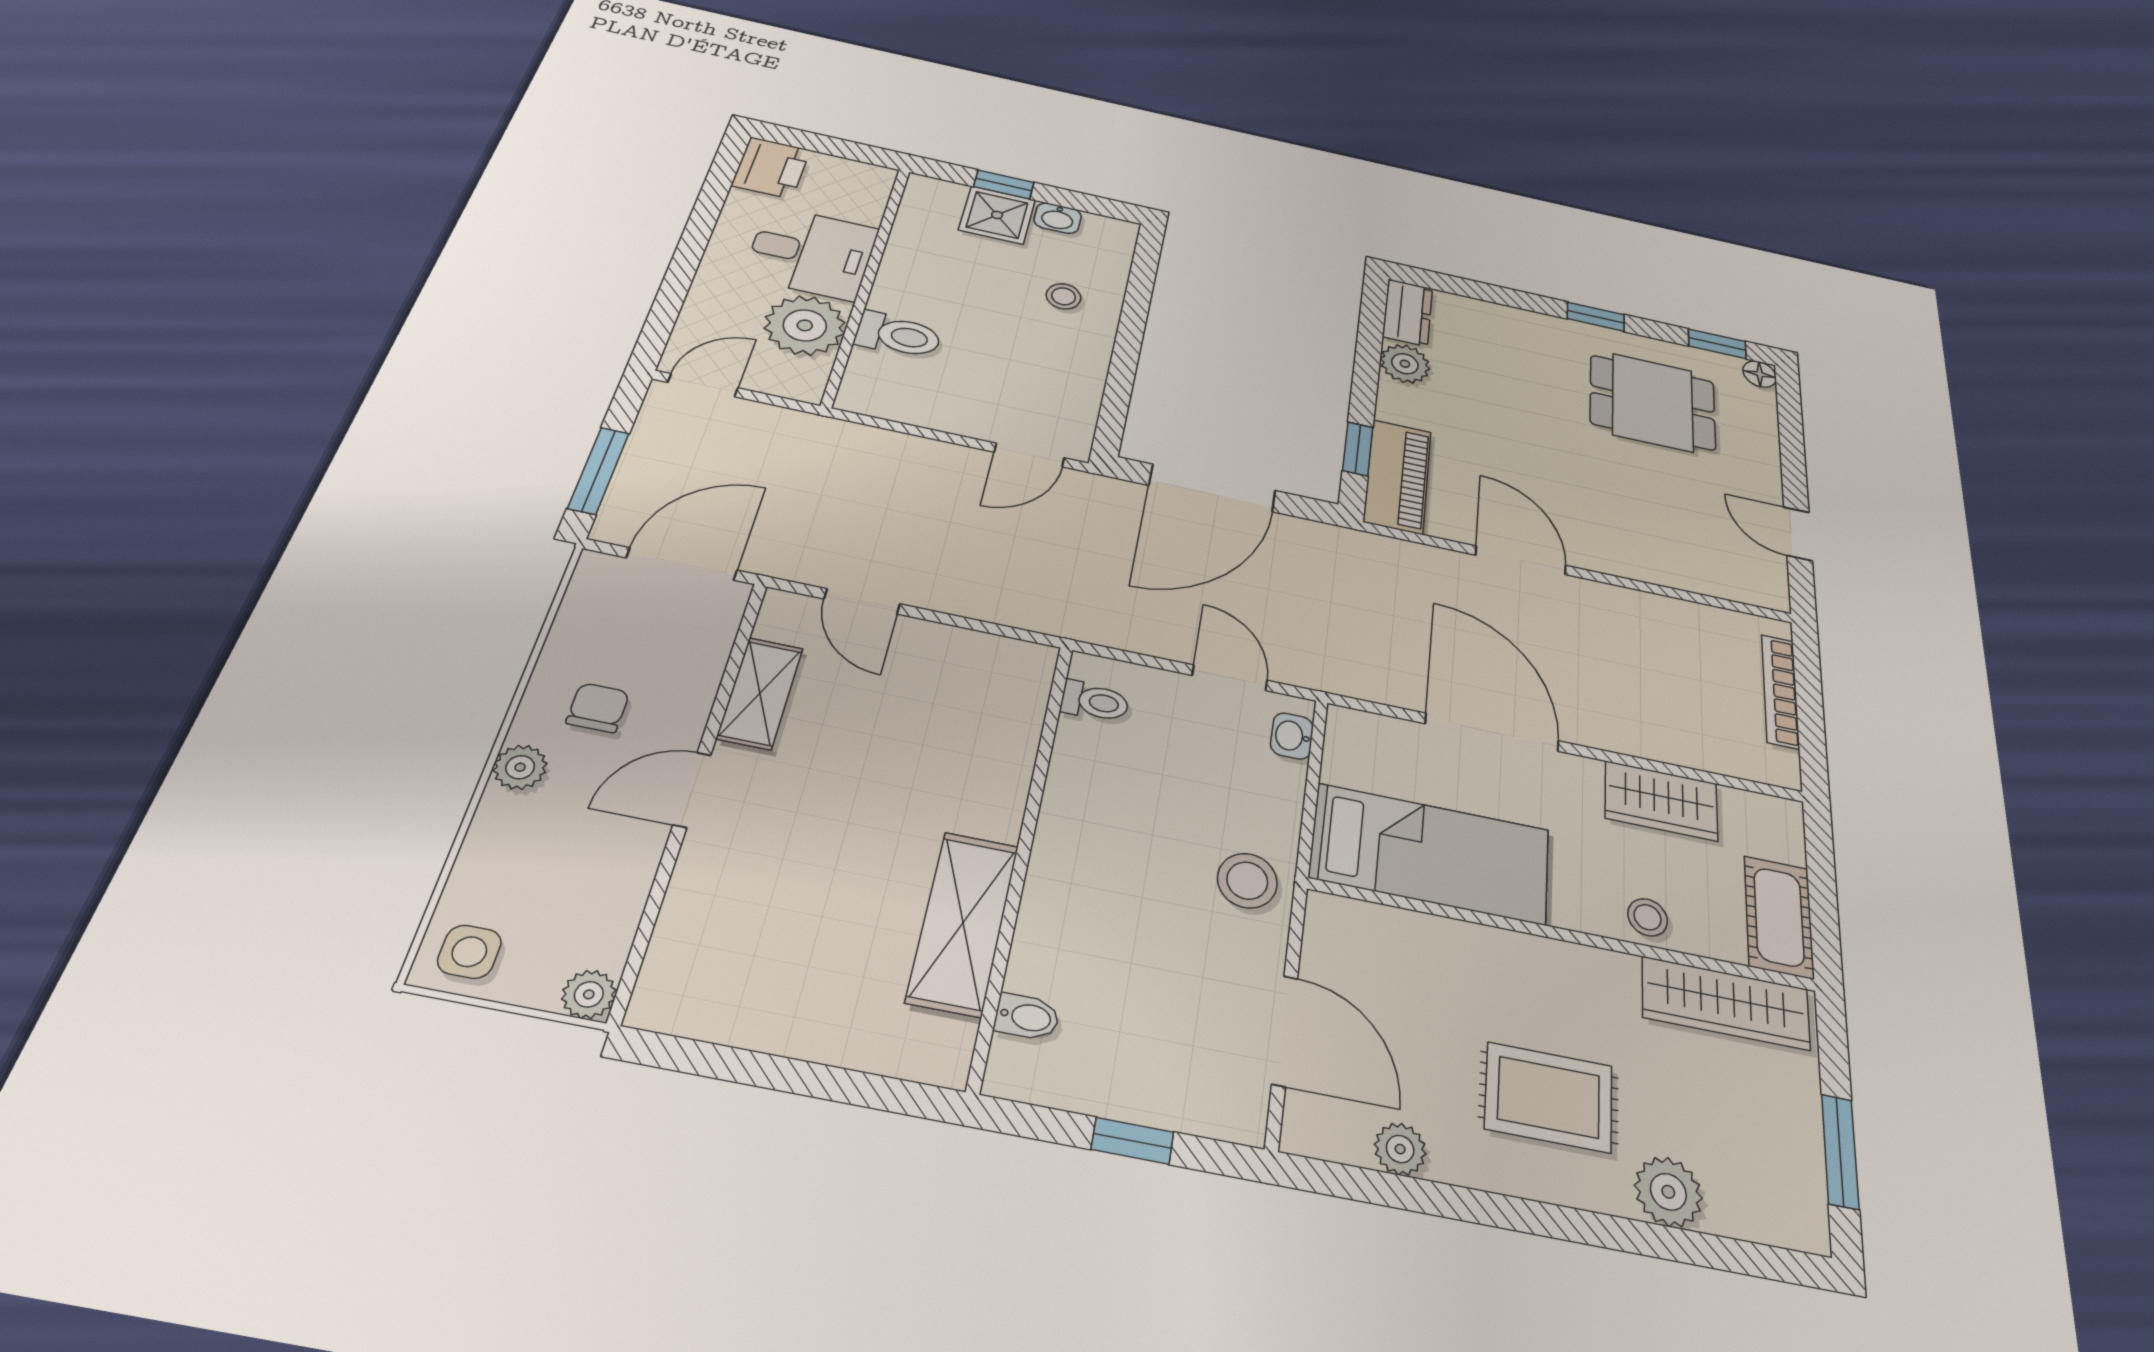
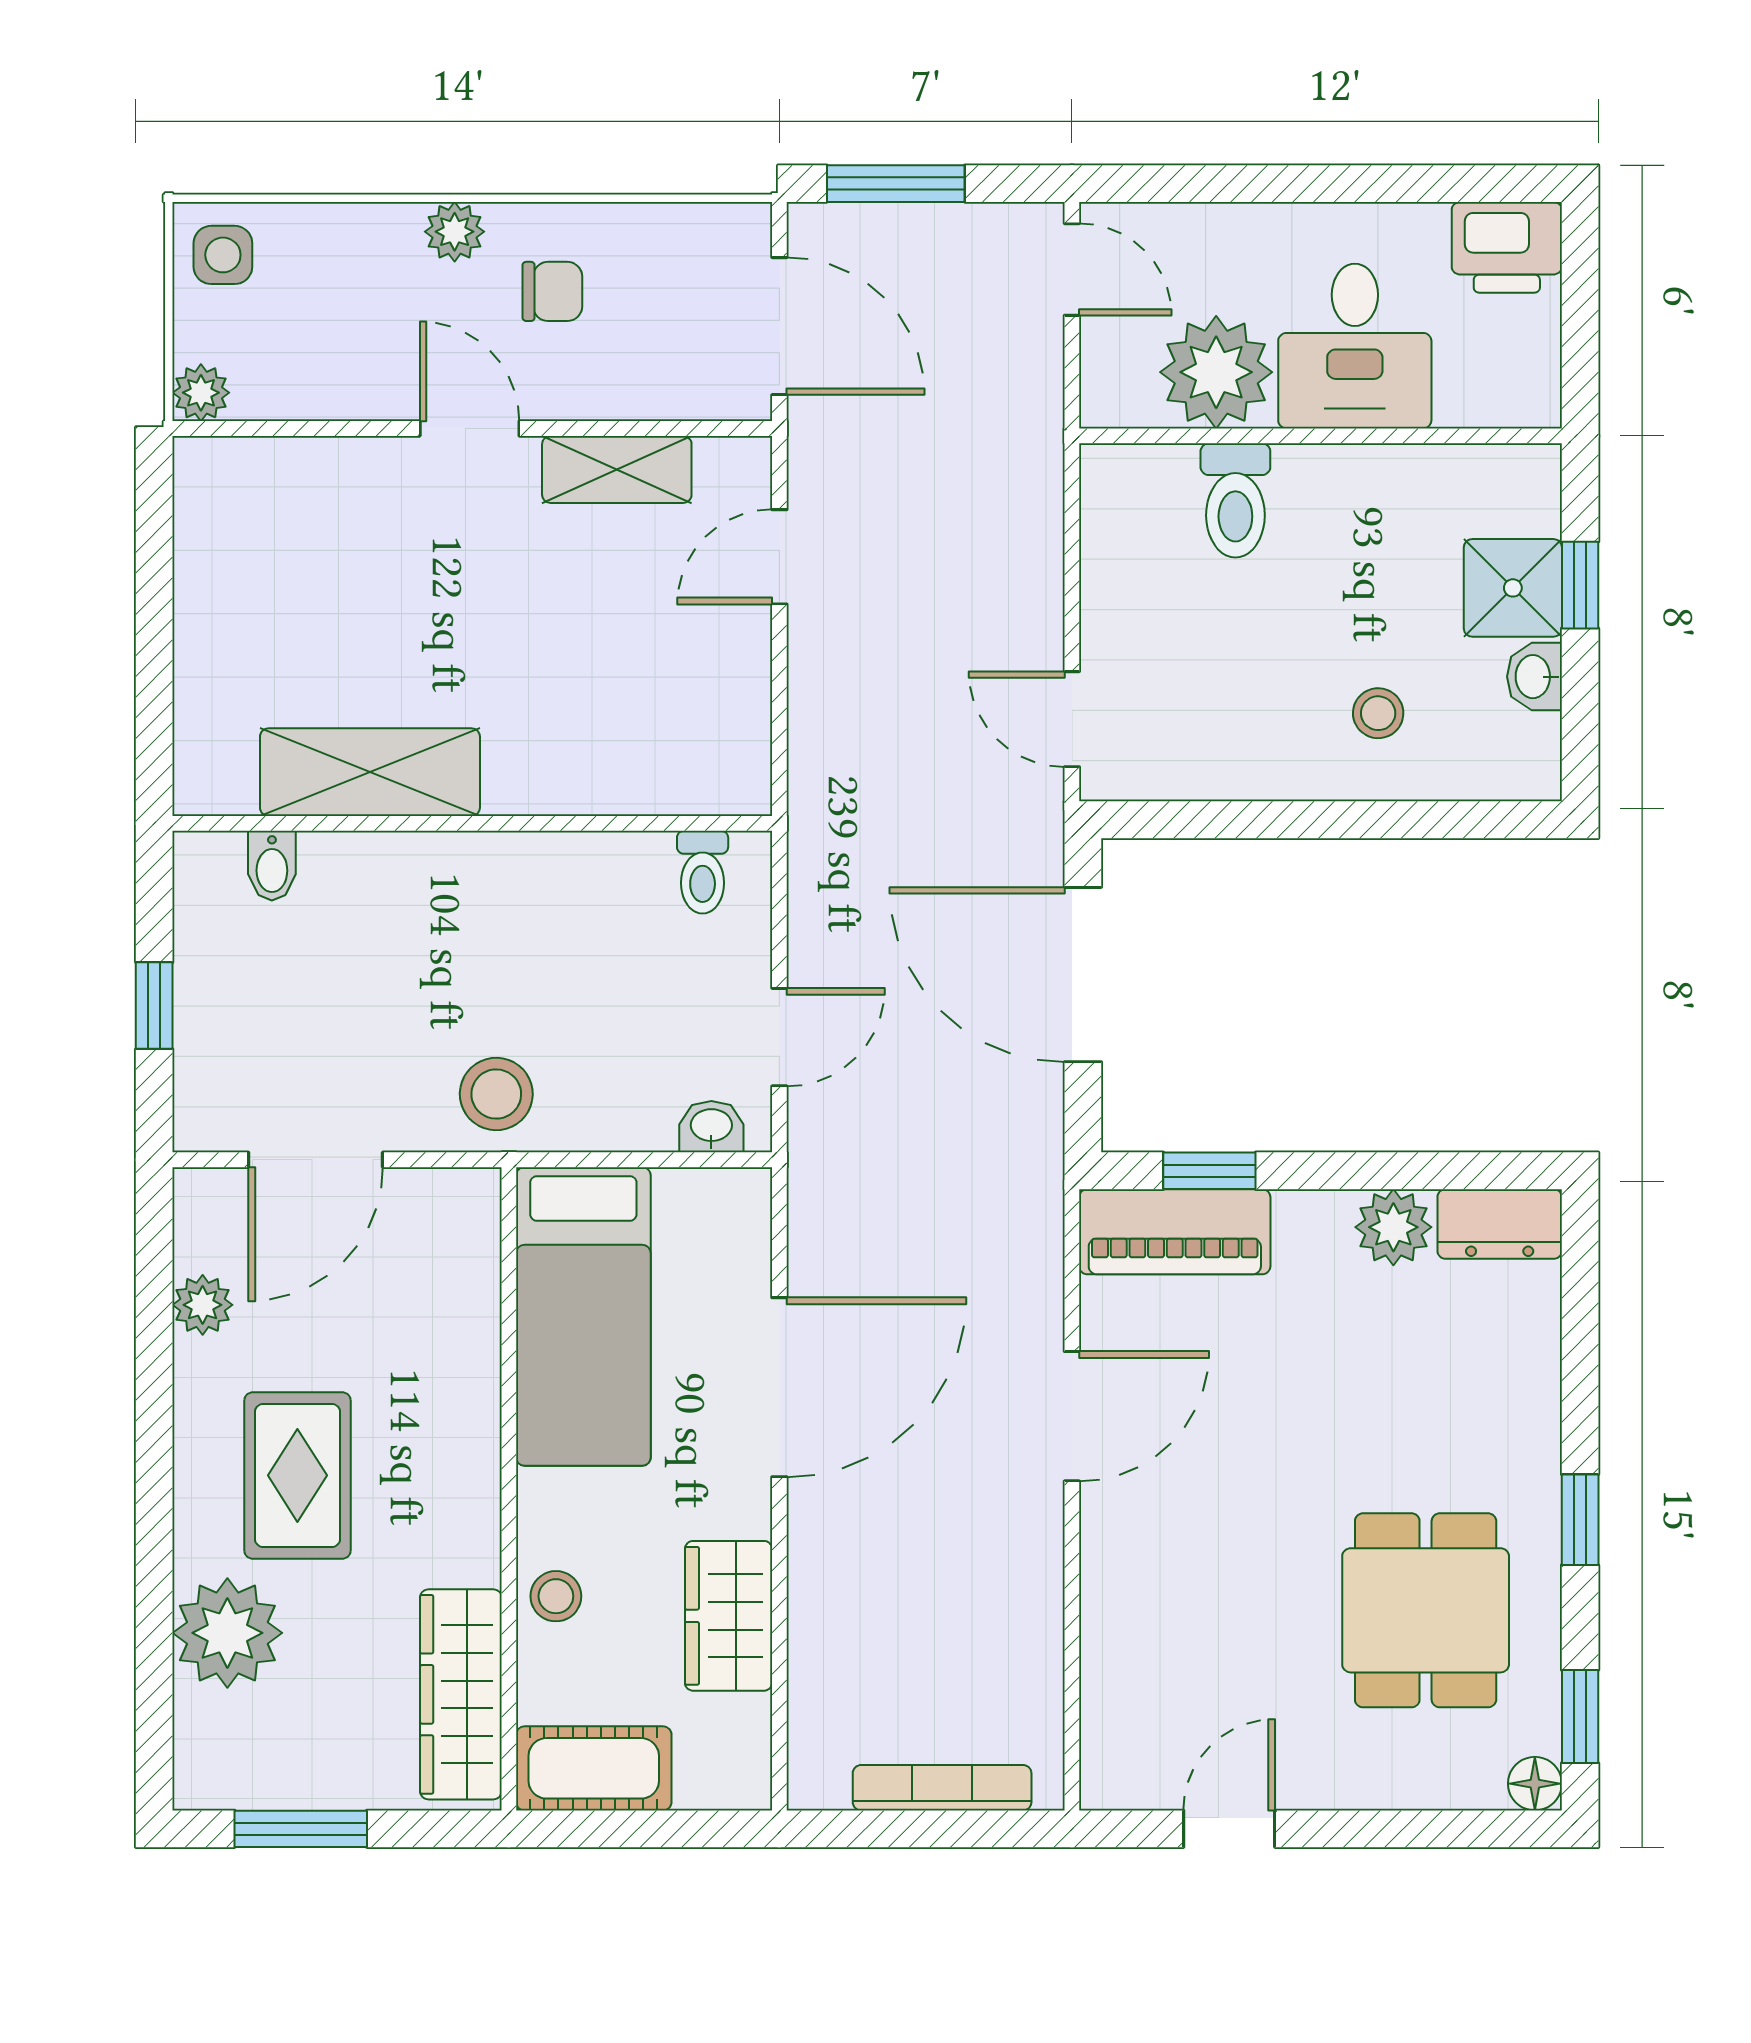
plant: (1668, 1192) -> (227, 1633), width x1.36, depth x1.36

